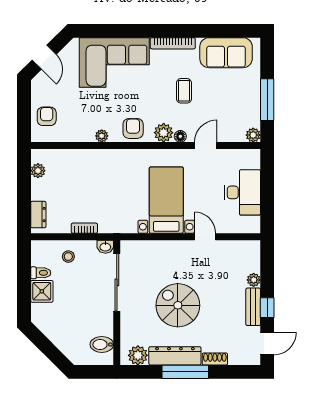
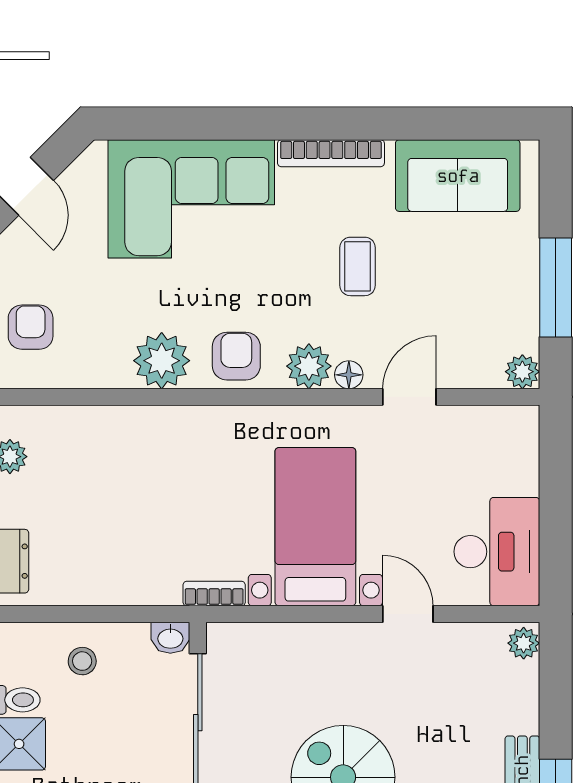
plant: (102, 136) -> (162, 361), width x1.87, depth x1.87
desk: (242, 192) -> (497, 552), moved
bookcase: (84, 228) -> (214, 594), moved
plant: (254, 280) -> (524, 643), moved

